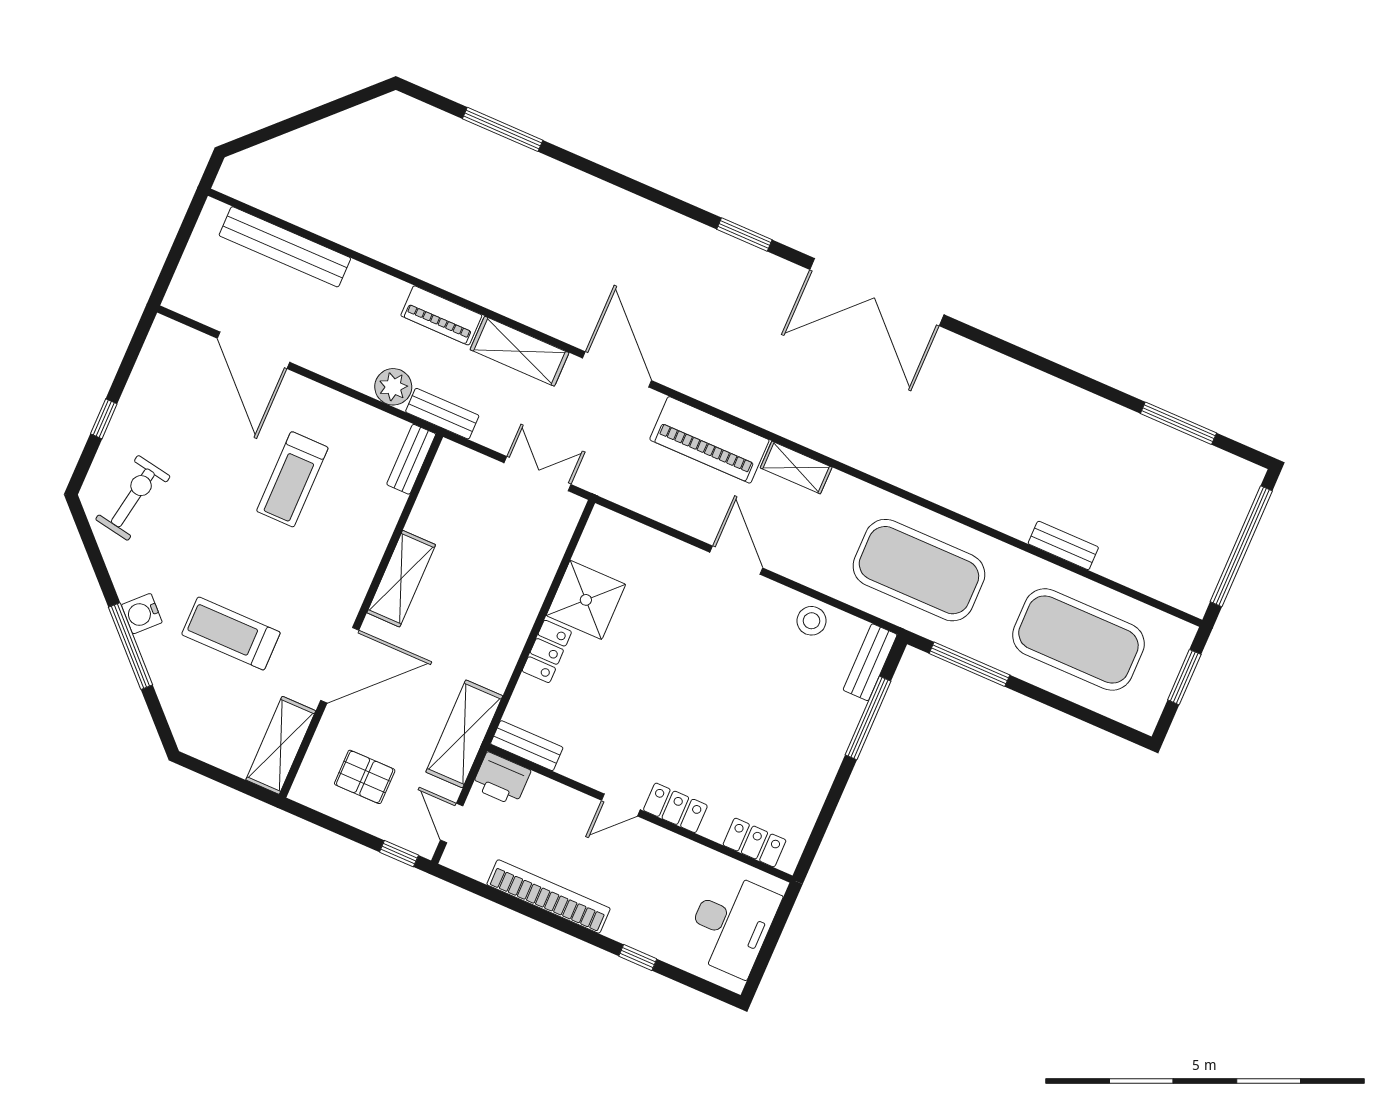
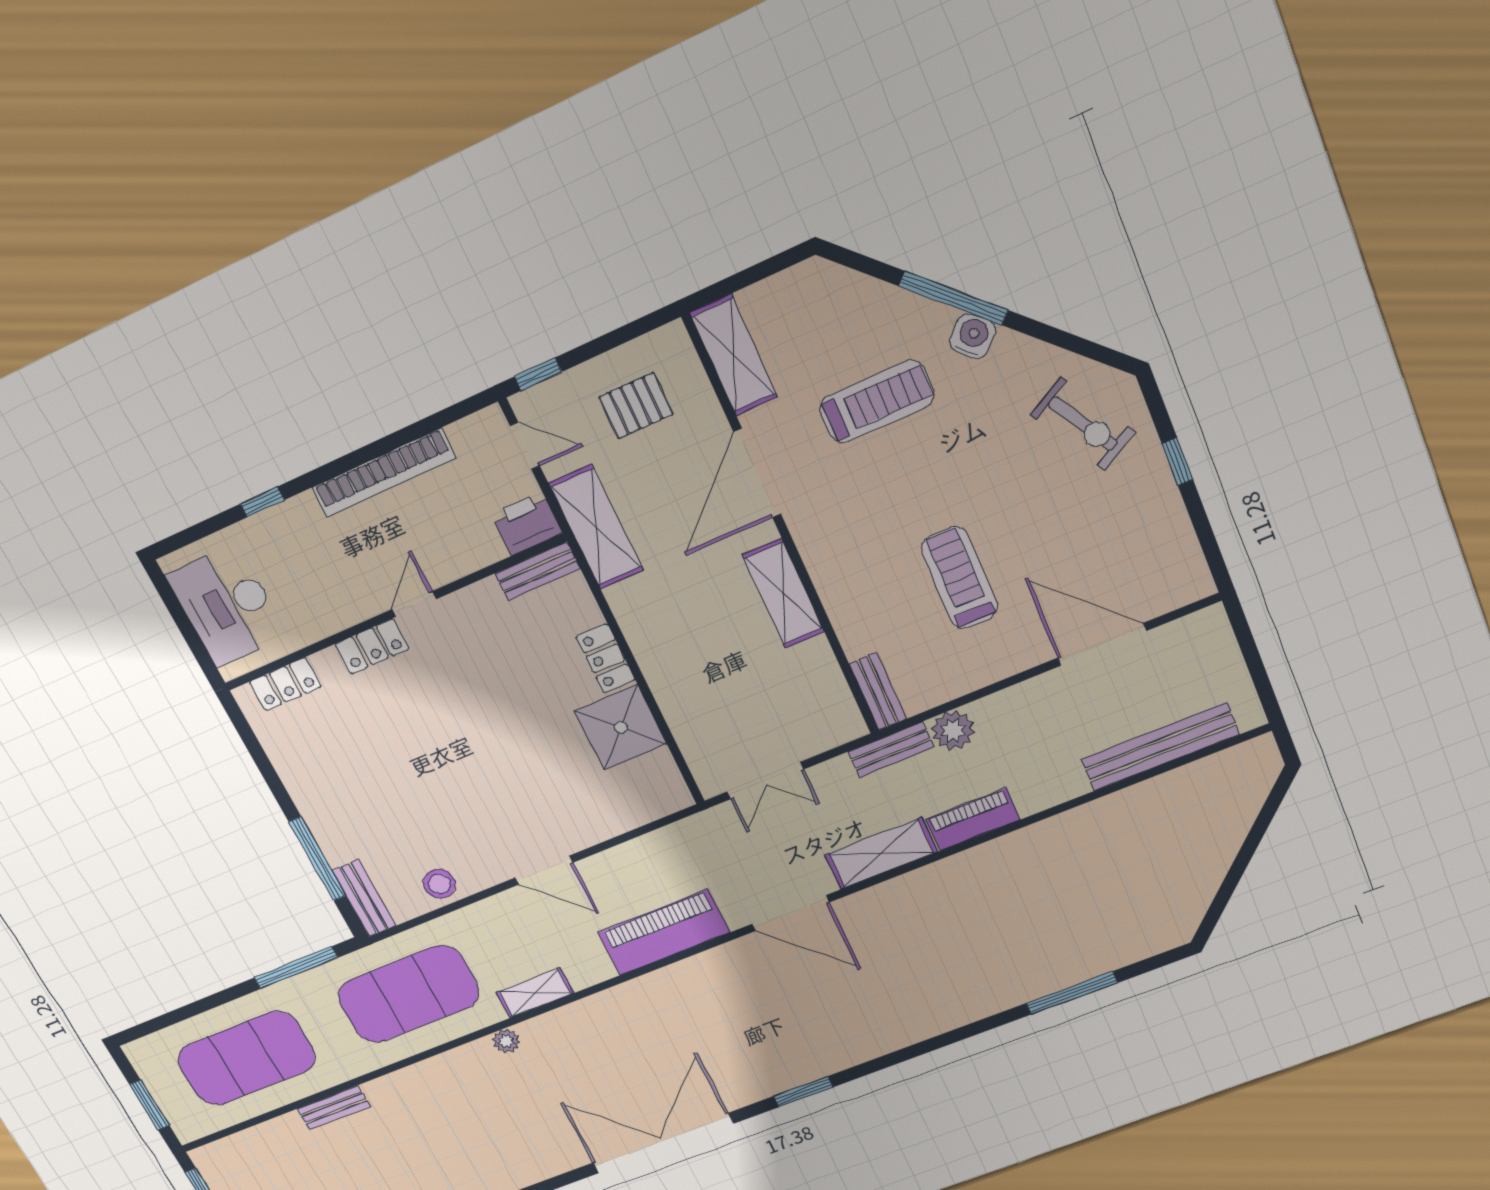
shelving: (796, 468) -> (535, 993), moved
plant: (894, 472) -> (506, 1041), added
exercise bike: (133, 498) -> (1083, 424), turned -40

